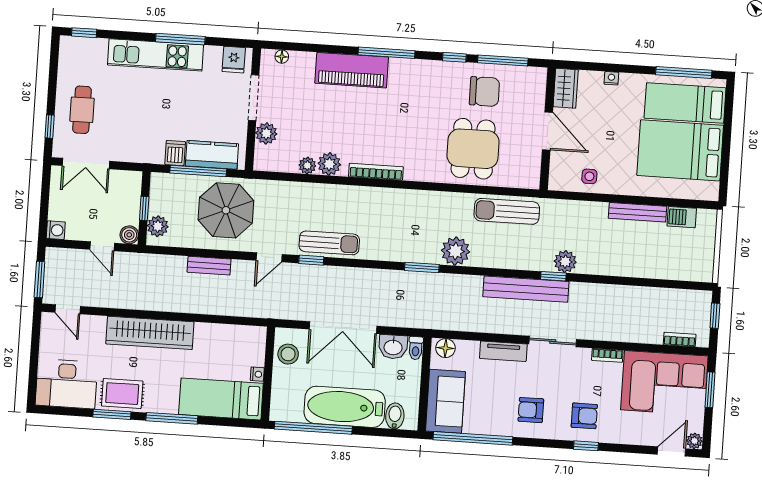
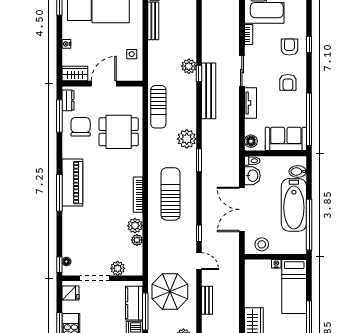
window: (454, 57) -> (59, 265), moved
piano: (352, 70) -> (72, 183), moved
dresser: (526, 75) -> (68, 100), added
sun lounger: (329, 243) -> (171, 194), moved, width x1.36, depth x1.34
double door: (343, 328) -> (242, 209), swing flipped

